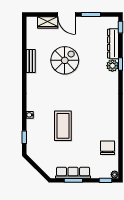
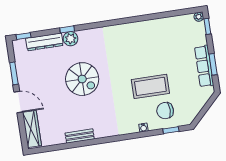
door: (67, 15) -> (18, 102), hinge flipped
wardrobe: (48, 22) -> (32, 129), width x1.50
spiral stairs: (65, 60) -> (82, 79), moved, turned 180
chair: (108, 148) -> (165, 111), moved

